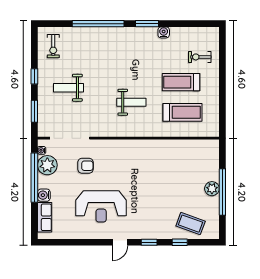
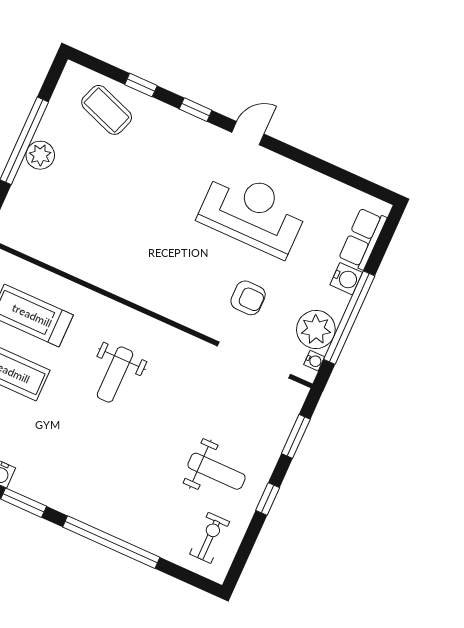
weight bench: (68, 88) -> (217, 471), moved
weight bench: (131, 102) -> (115, 374), turned -90
armchair: (85, 166) -> (248, 298), turned 180

